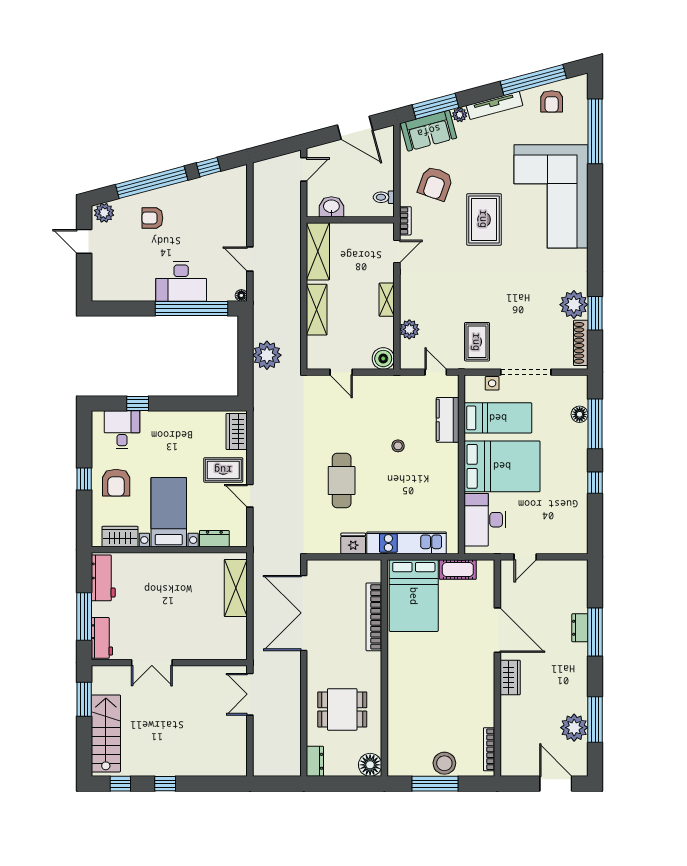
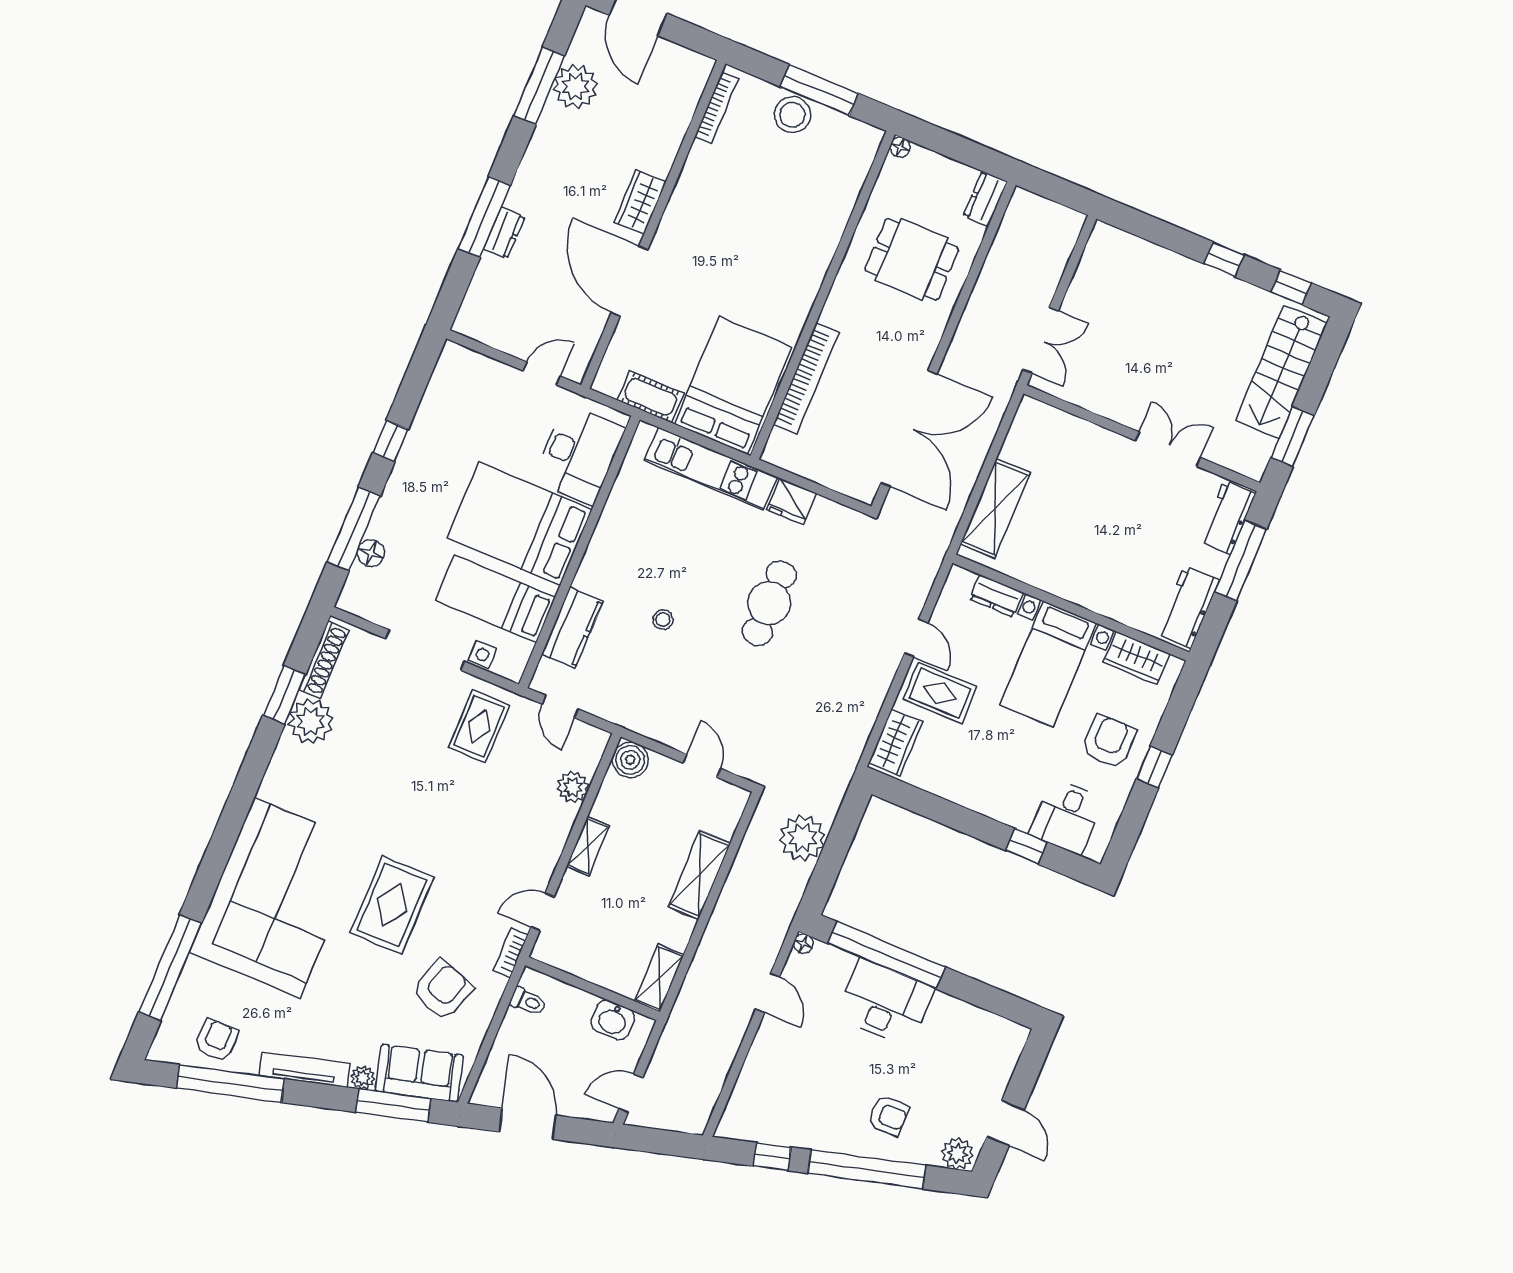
shelving: (318, 251) -> (659, 978), width x0.67, depth x0.75
floor lamp: (370, 765) -> (900, 147), width x0.53, depth x0.53

